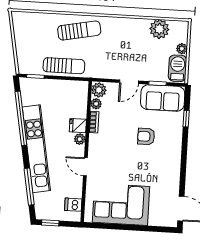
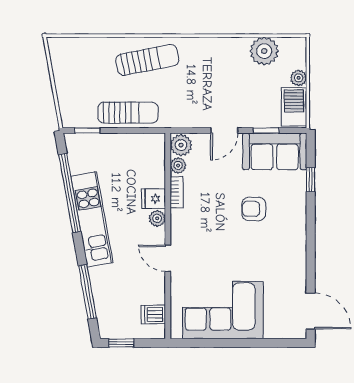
kitchen unit: (36, 149) -> (92, 219), width x0.73

